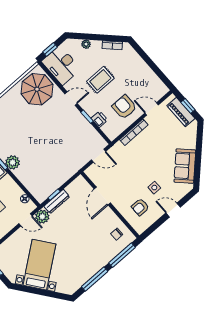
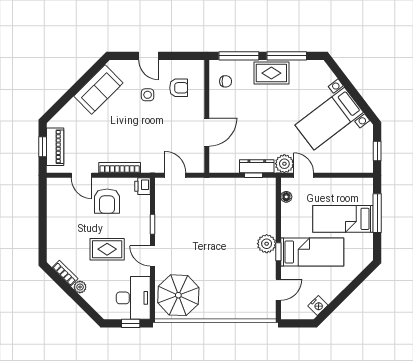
plant: (86, 44) -> (80, 287), moved
printer: (99, 119) -> (142, 186), moved
rug: (95, 262) -> (271, 73), added

